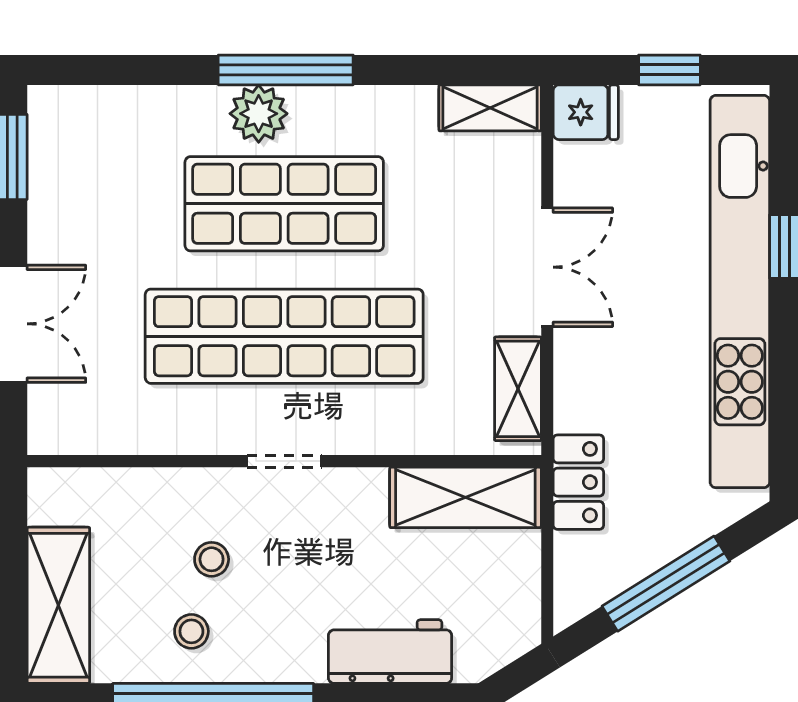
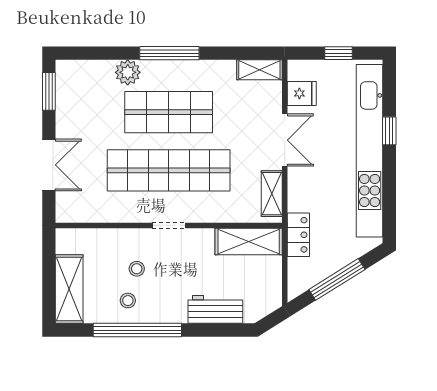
fridge: (586, 112) -> (302, 93), moved
plant: (259, 114) -> (128, 72), moved

